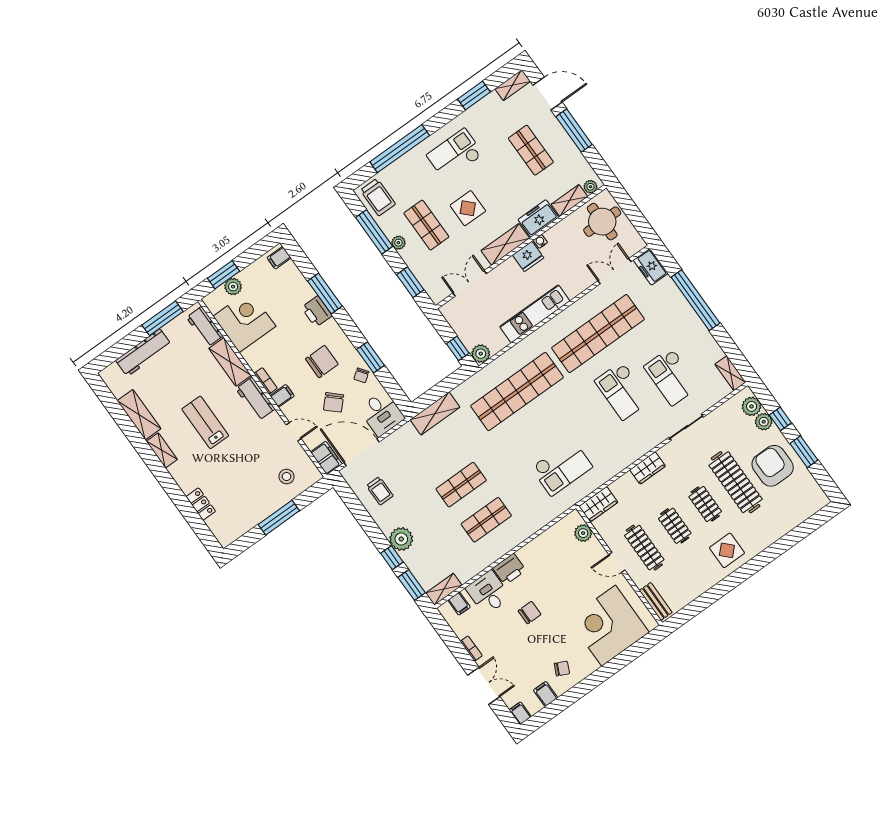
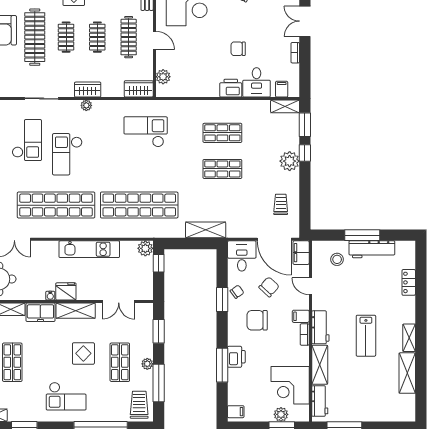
workbench: (144, 353) -> (372, 249), moved, turned 180
checkout: (622, 391) -> (67, 154), turned 180
plant: (638, 452) -> (86, 105), added

